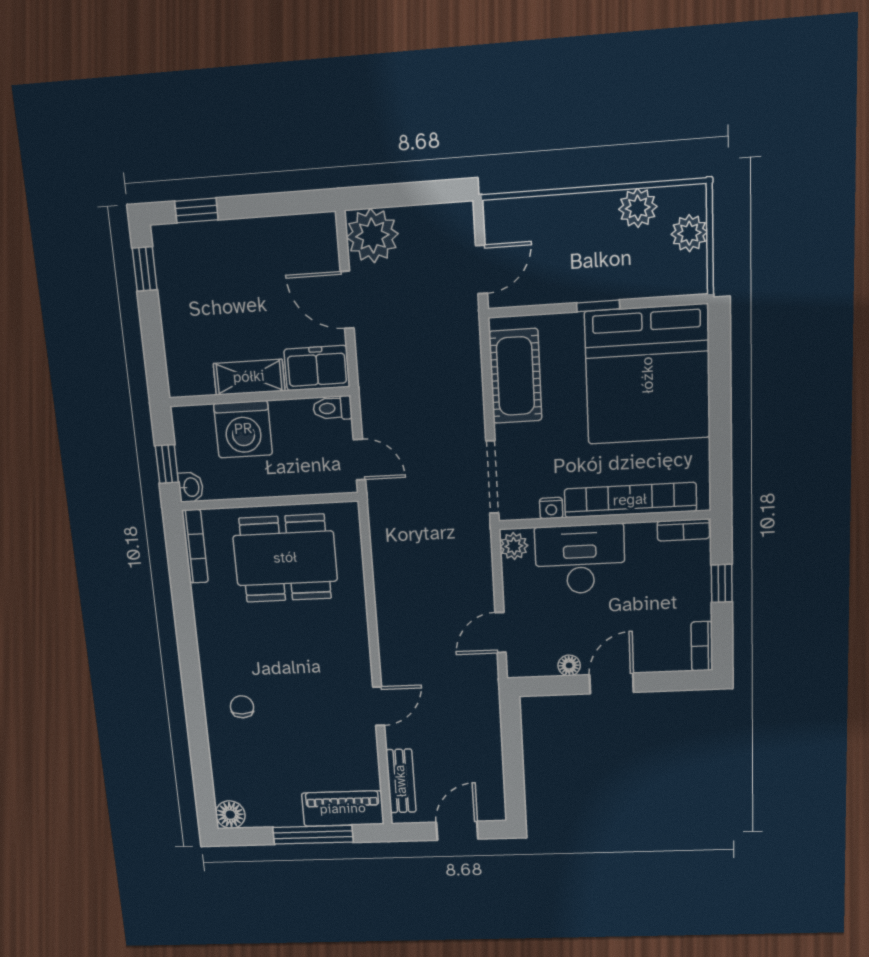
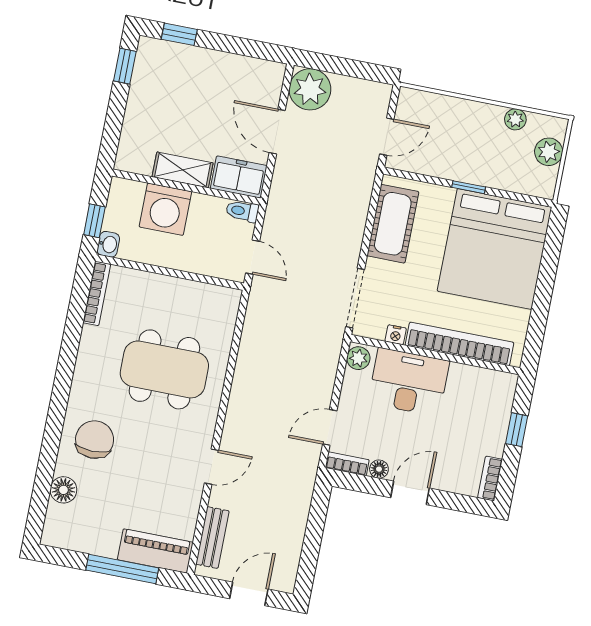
plant: (638, 208) -> (515, 119), width x0.73, depth x0.73
bookcase: (683, 530) -> (347, 464), moved, turned 180
dining table: (285, 558) -> (164, 369), moved
chair: (242, 707) -> (95, 440), width x1.87, depth x1.87
floor lamp: (230, 815) -> (63, 490), moved

